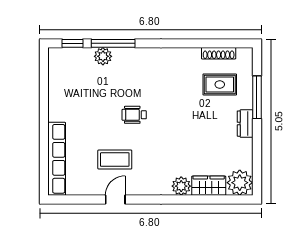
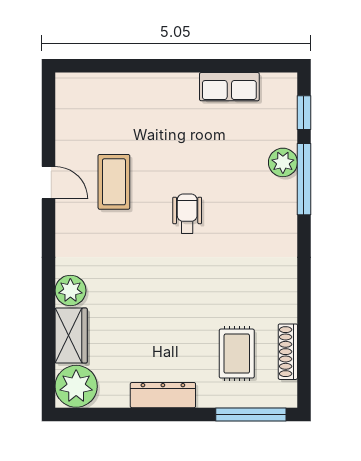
window: (257, 97) -> (251, 414), moved
dresser: (245, 124) -> (163, 395), width x1.44
row of seats: (57, 159) -> (229, 87), moved, width x0.50

